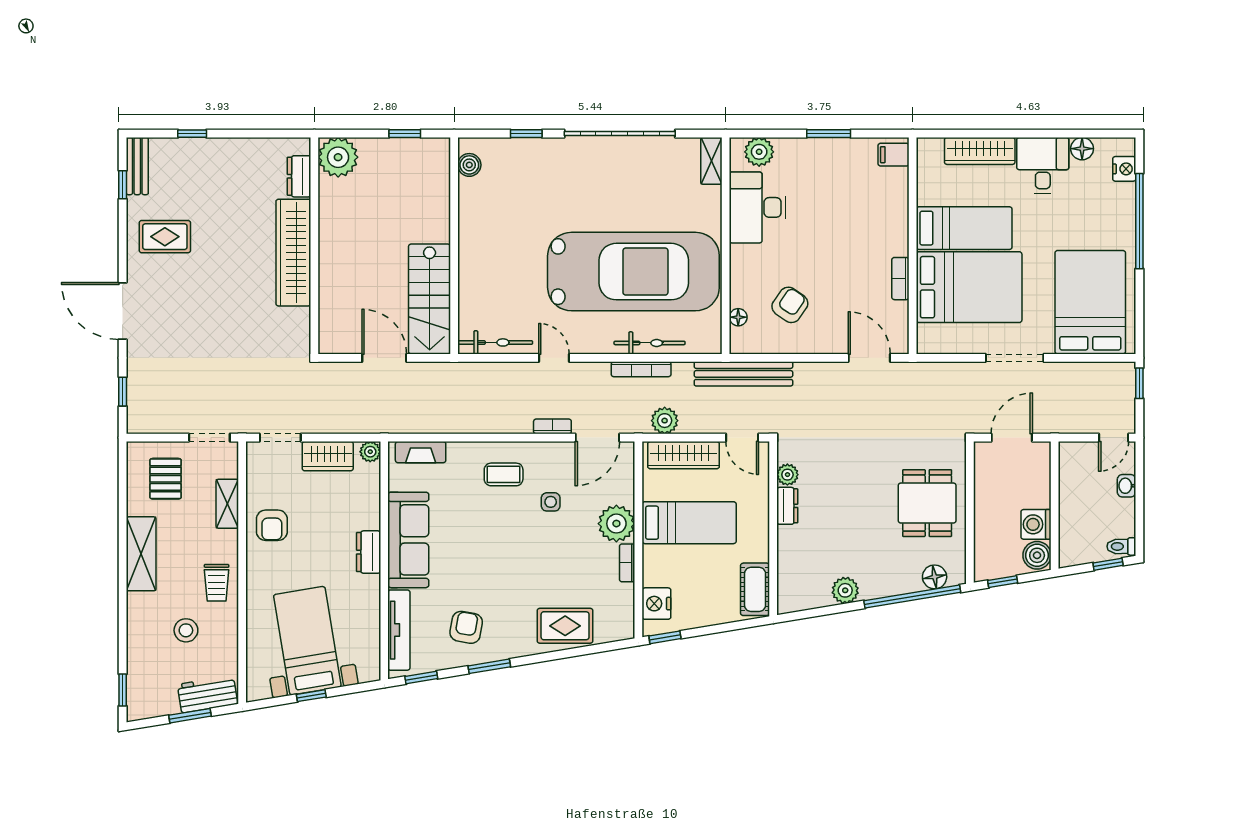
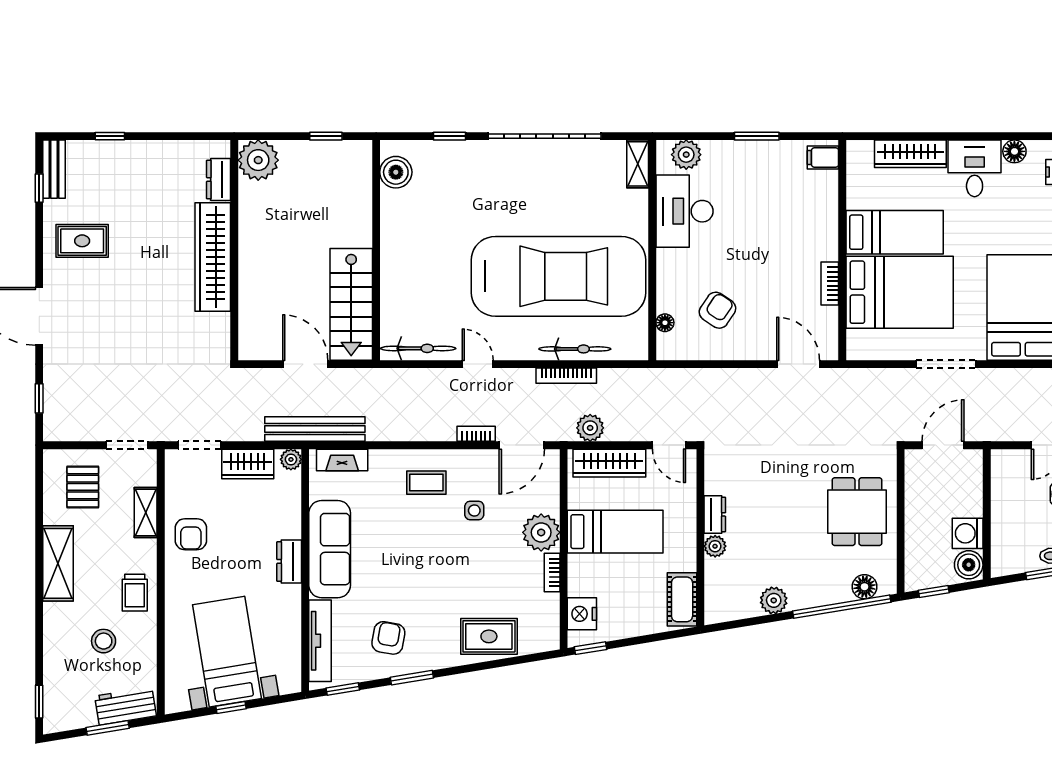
boiler: (469, 165) -> (396, 172), width x1.36, depth x1.36
bench: (743, 374) -> (315, 429), moved
plant: (787, 475) -> (715, 546), moved

